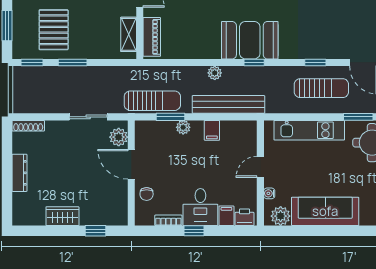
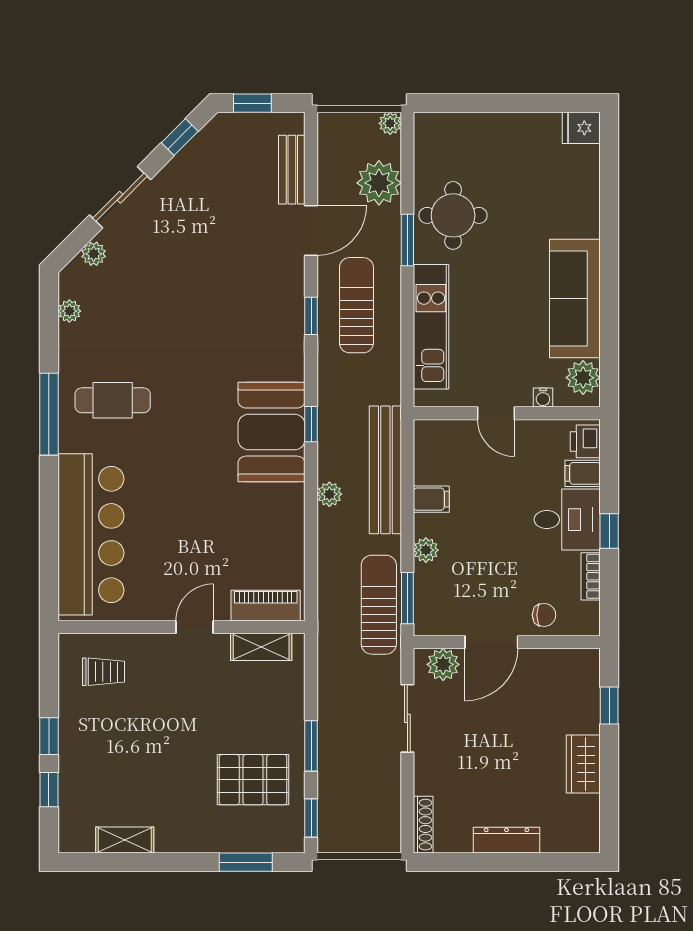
window: (171, 117) -> (407, 598), moved

